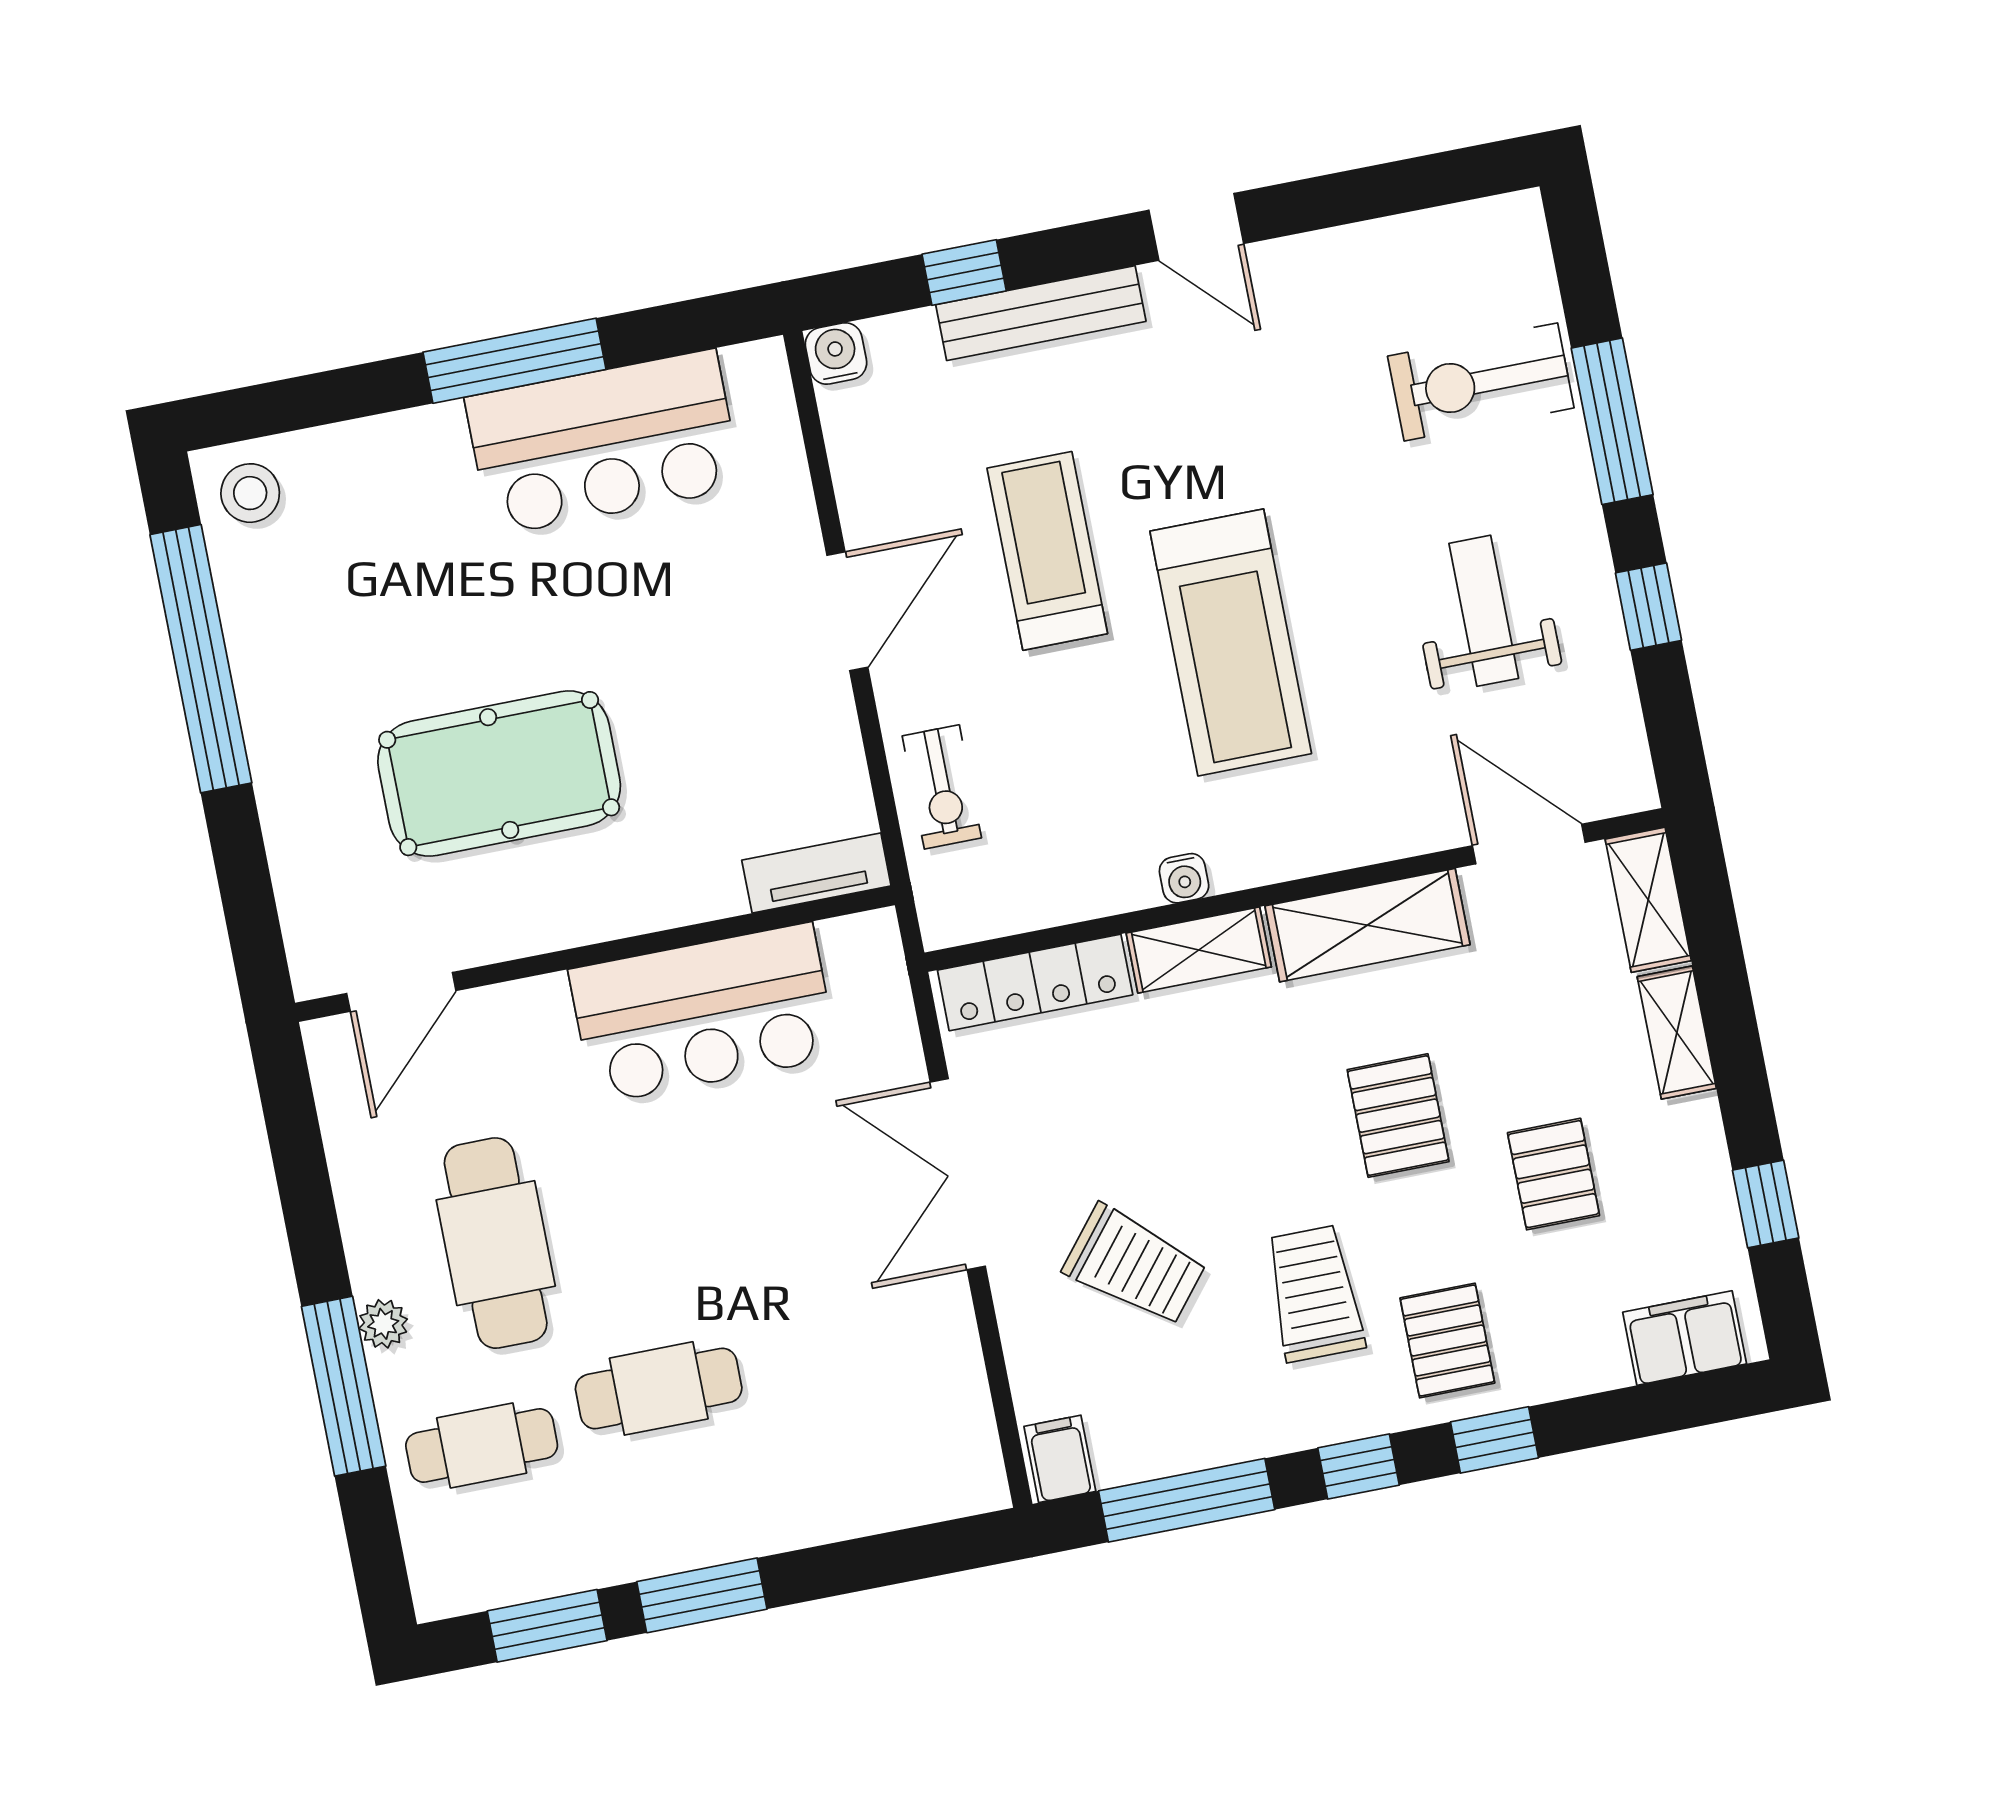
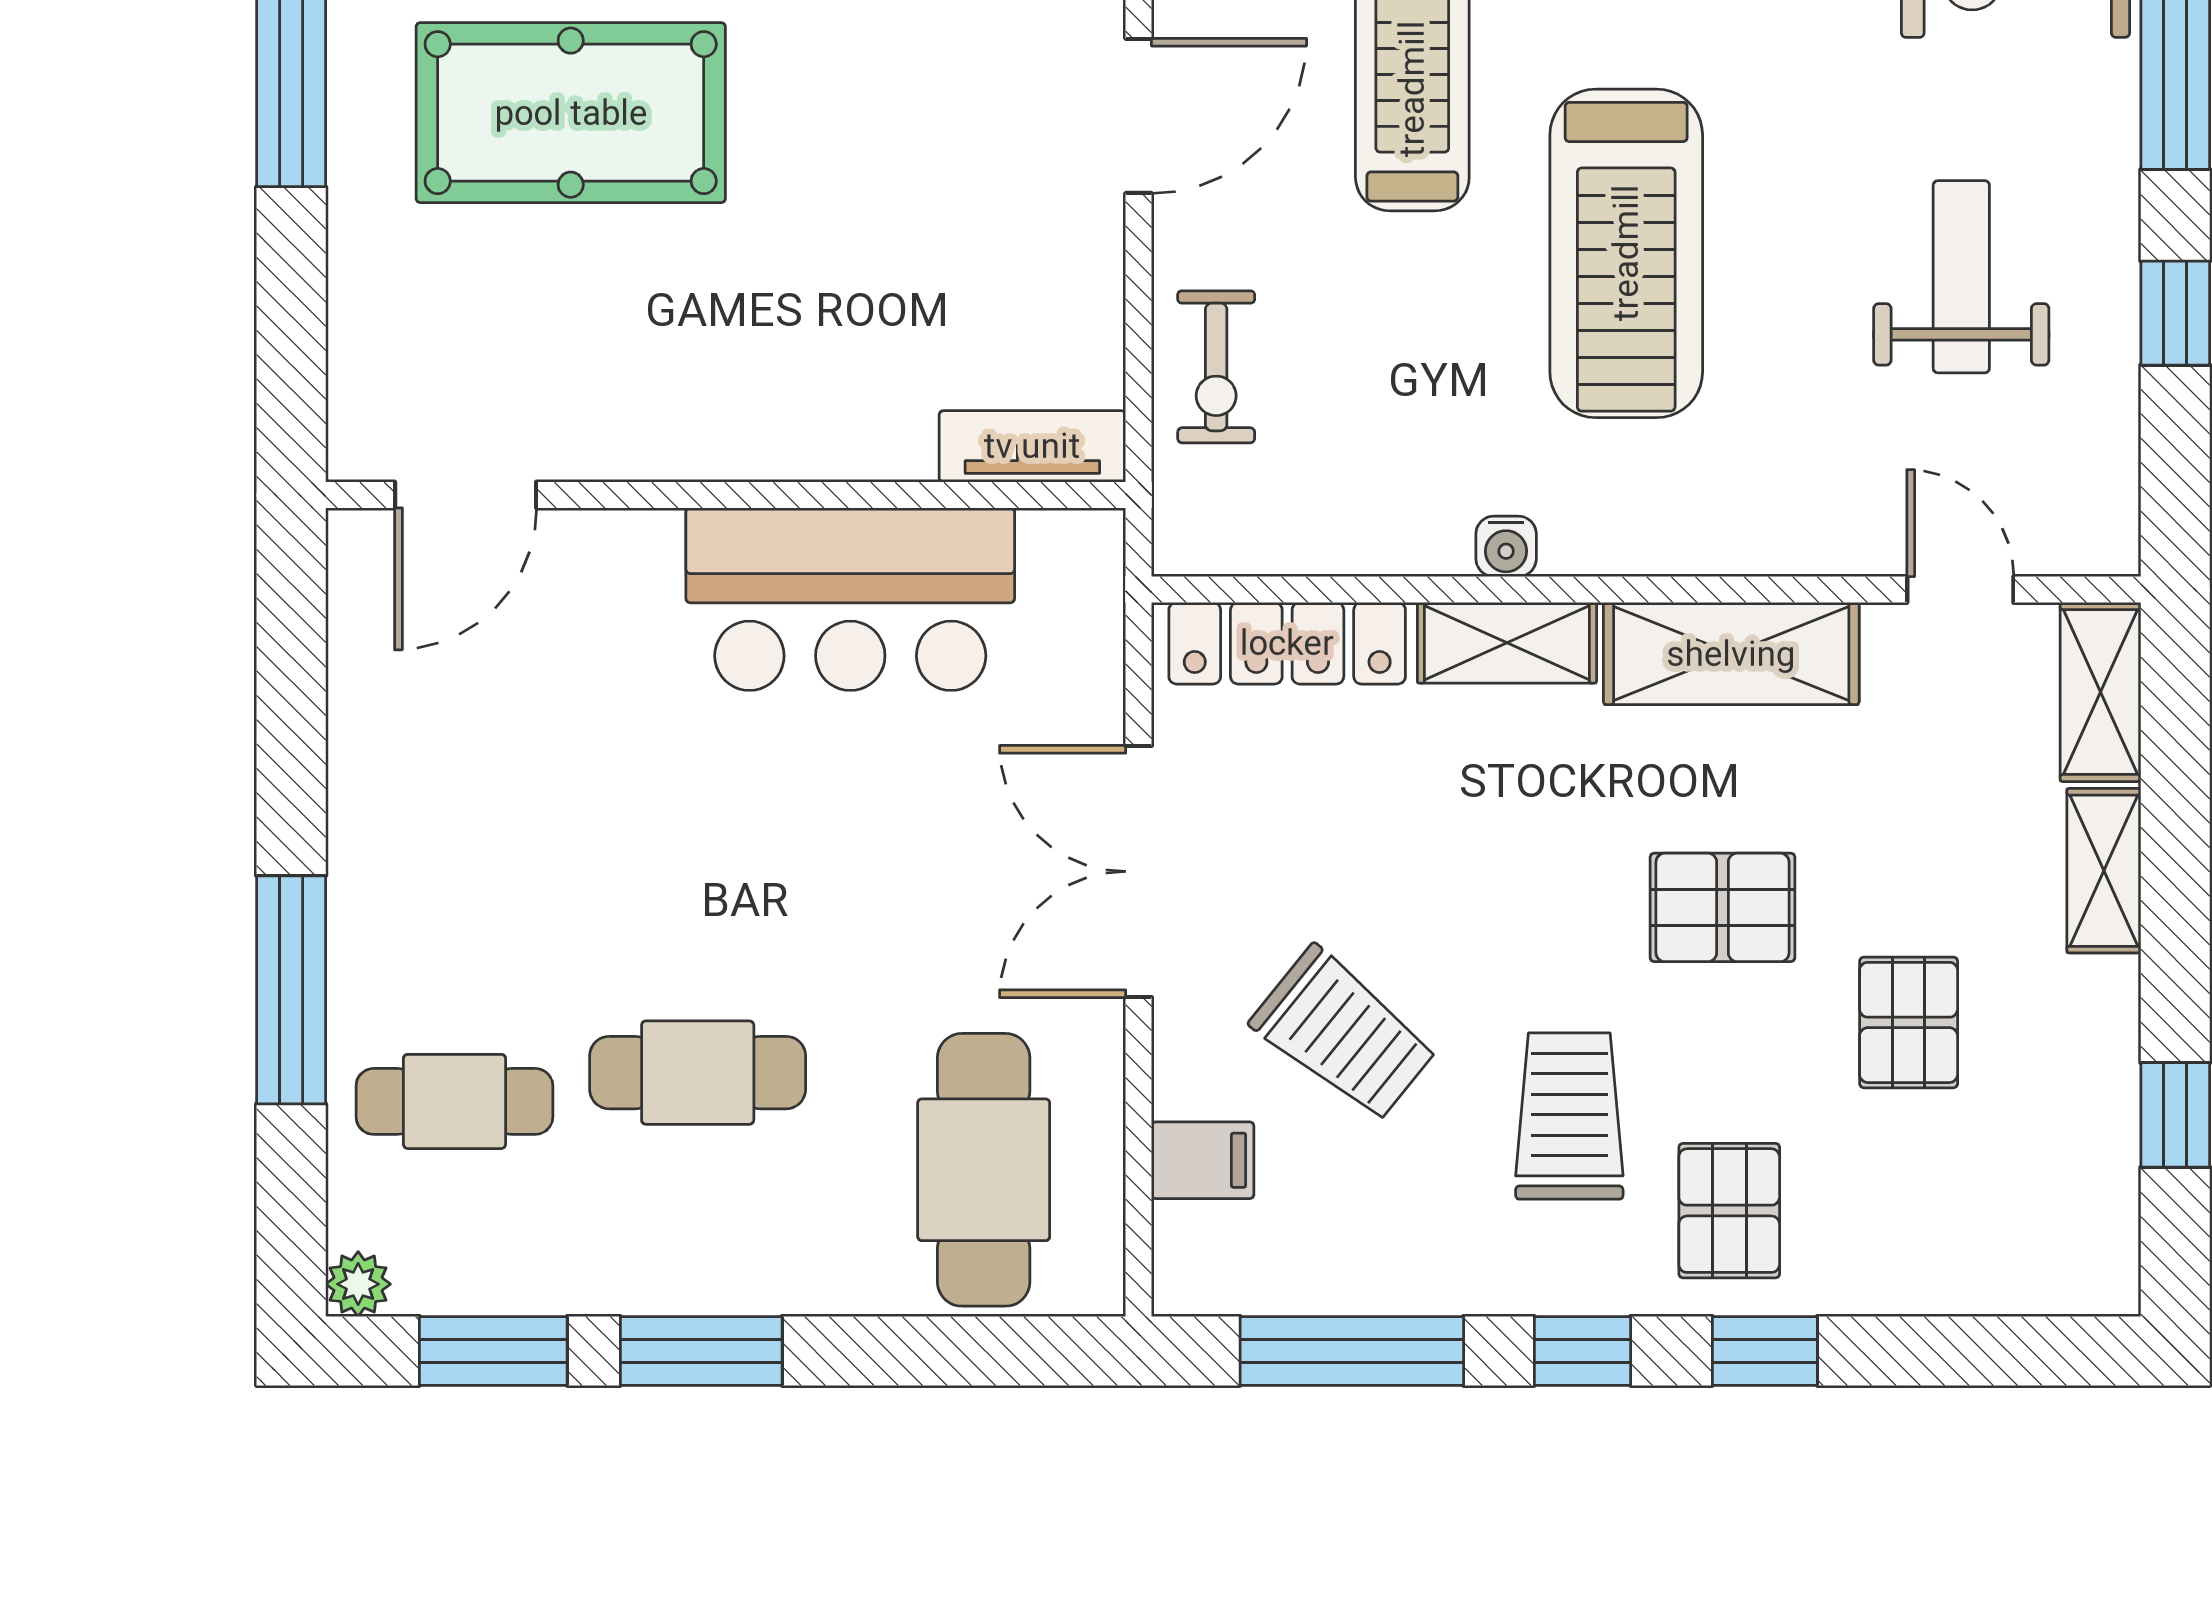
pool table: (499, 774) -> (571, 113), moved
door: (1529, 844) -> (1960, 590), width x0.73
pallet: (1398, 1116) -> (1722, 907), turned 90
cafe table: (496, 1243) -> (984, 1170), moved
plant: (383, 1324) -> (358, 1284), moved
filing cabinet: (1685, 1338) -> (2036, 1268), removed
filing cabinet: (1060, 1459) -> (1203, 1160), moved, turned 90

